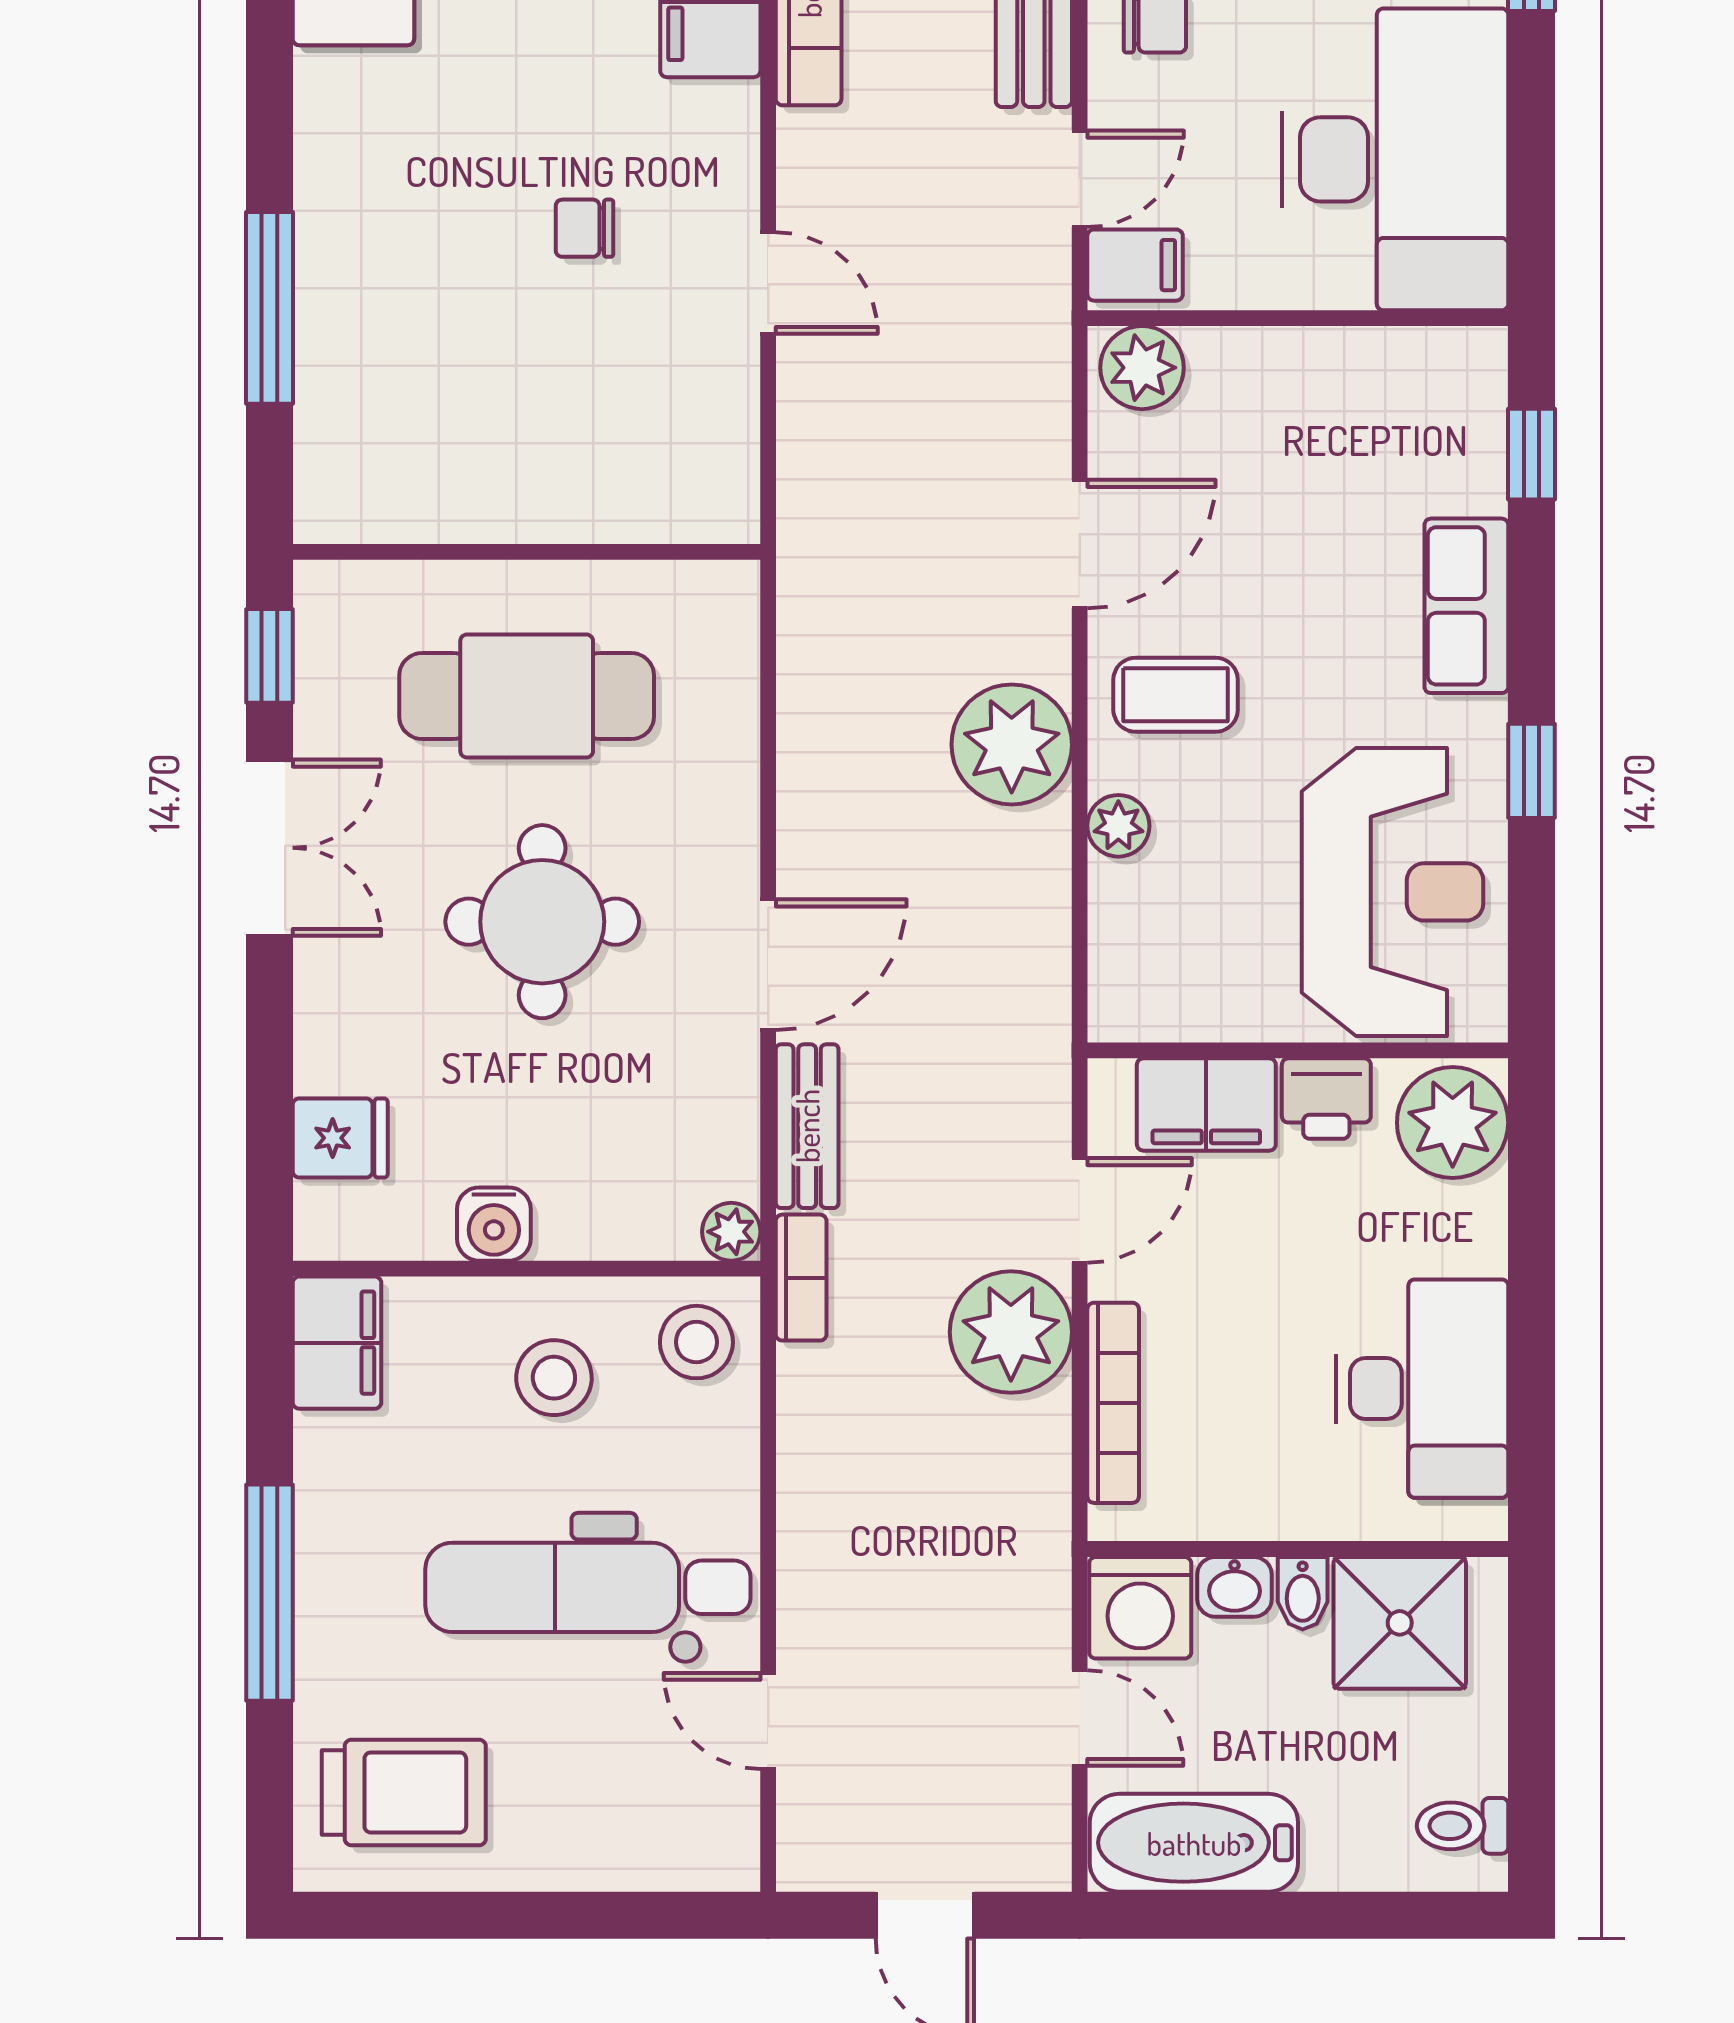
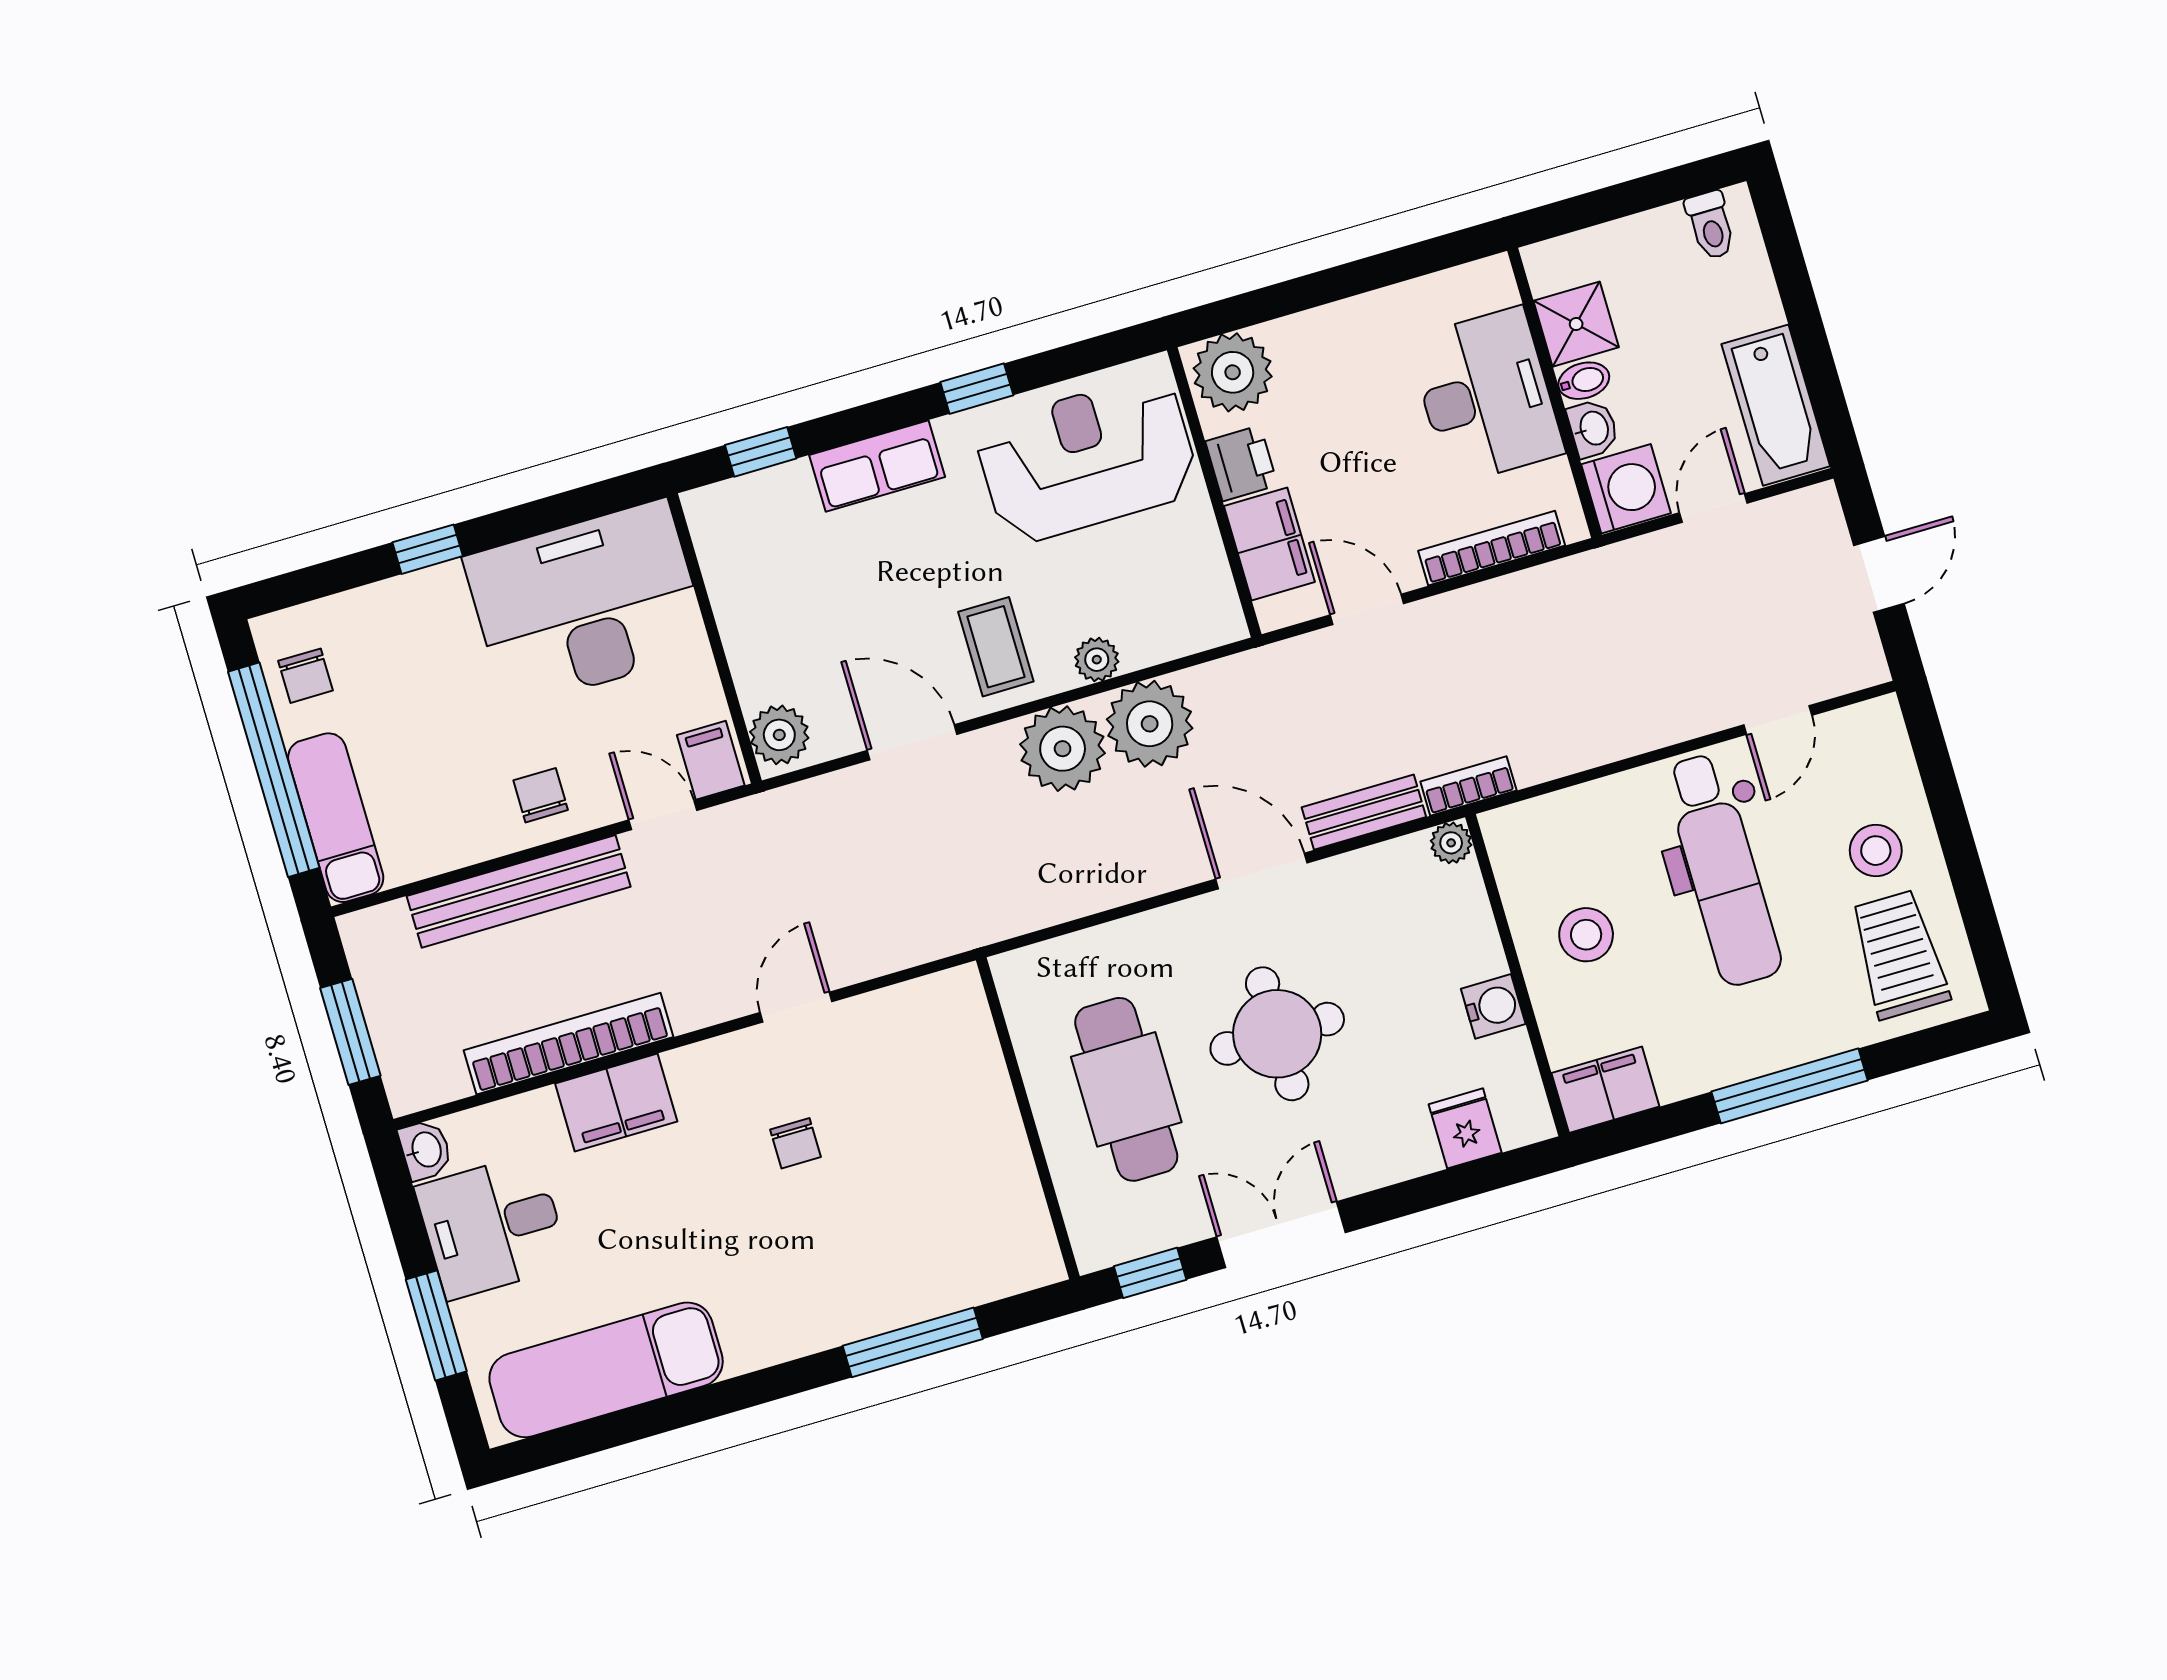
plant: (1011, 1332) -> (1150, 724), moved
stool: (696, 1342) -> (1876, 851), moved
desk: (1422, 1389) -> (1486, 396), moved, turned 90
shower: (1400, 1623) -> (1576, 324), width x0.73, depth x0.73

